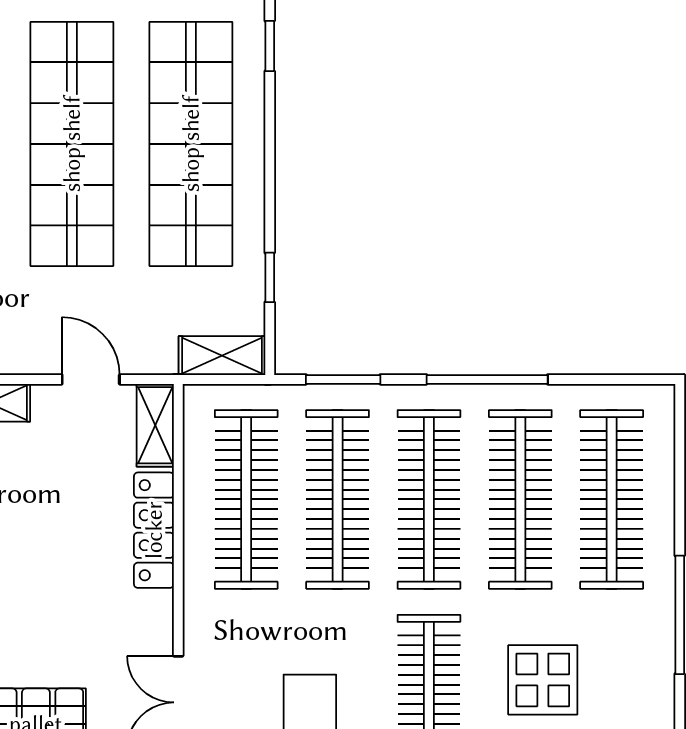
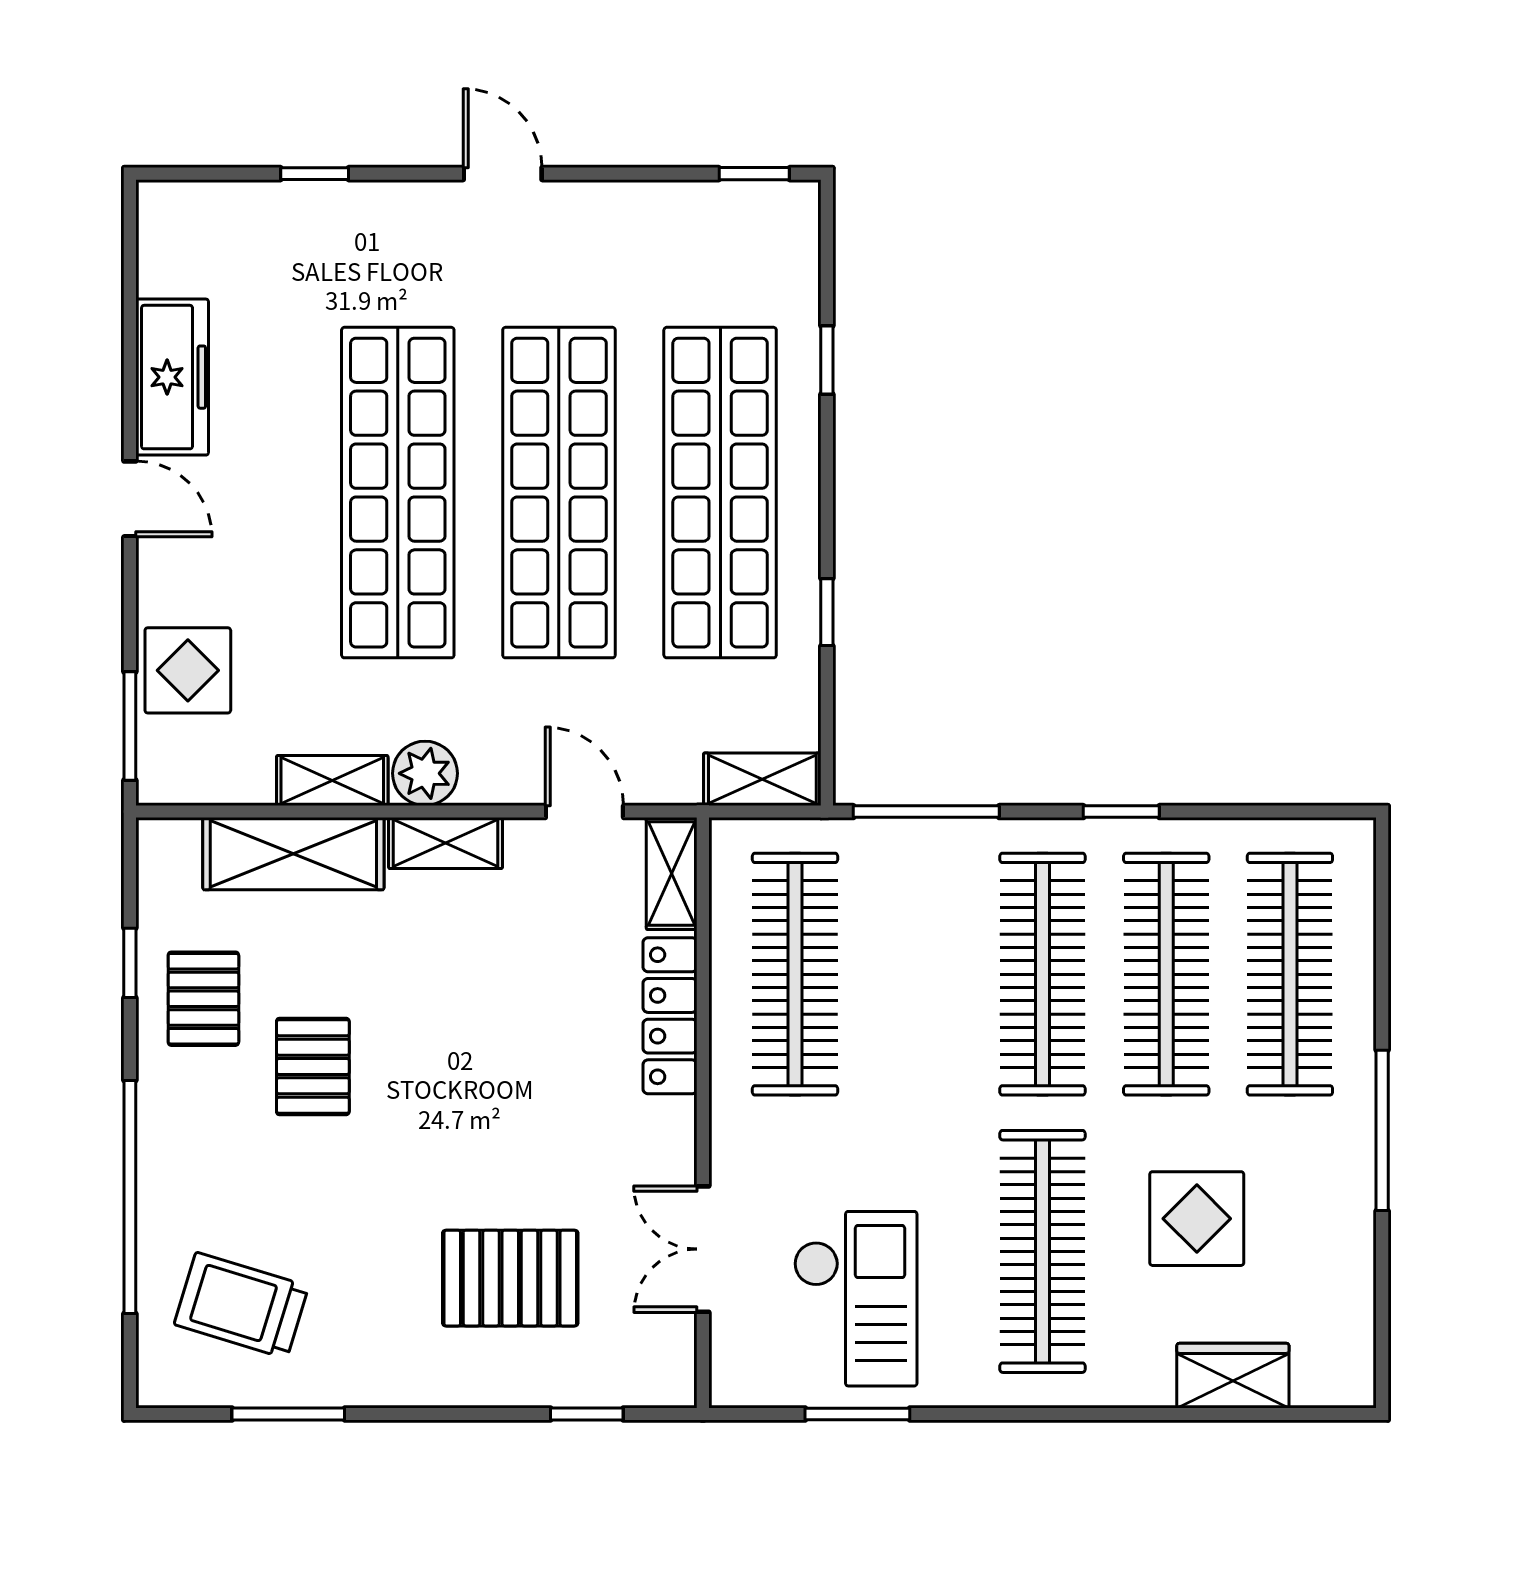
window: (270, 277) -> (827, 612), moved
window: (343, 379) -> (926, 812), width x1.44
window: (487, 379) -> (1121, 812), width x0.46
clothes rail: (338, 499) -> (919, 974), removed

